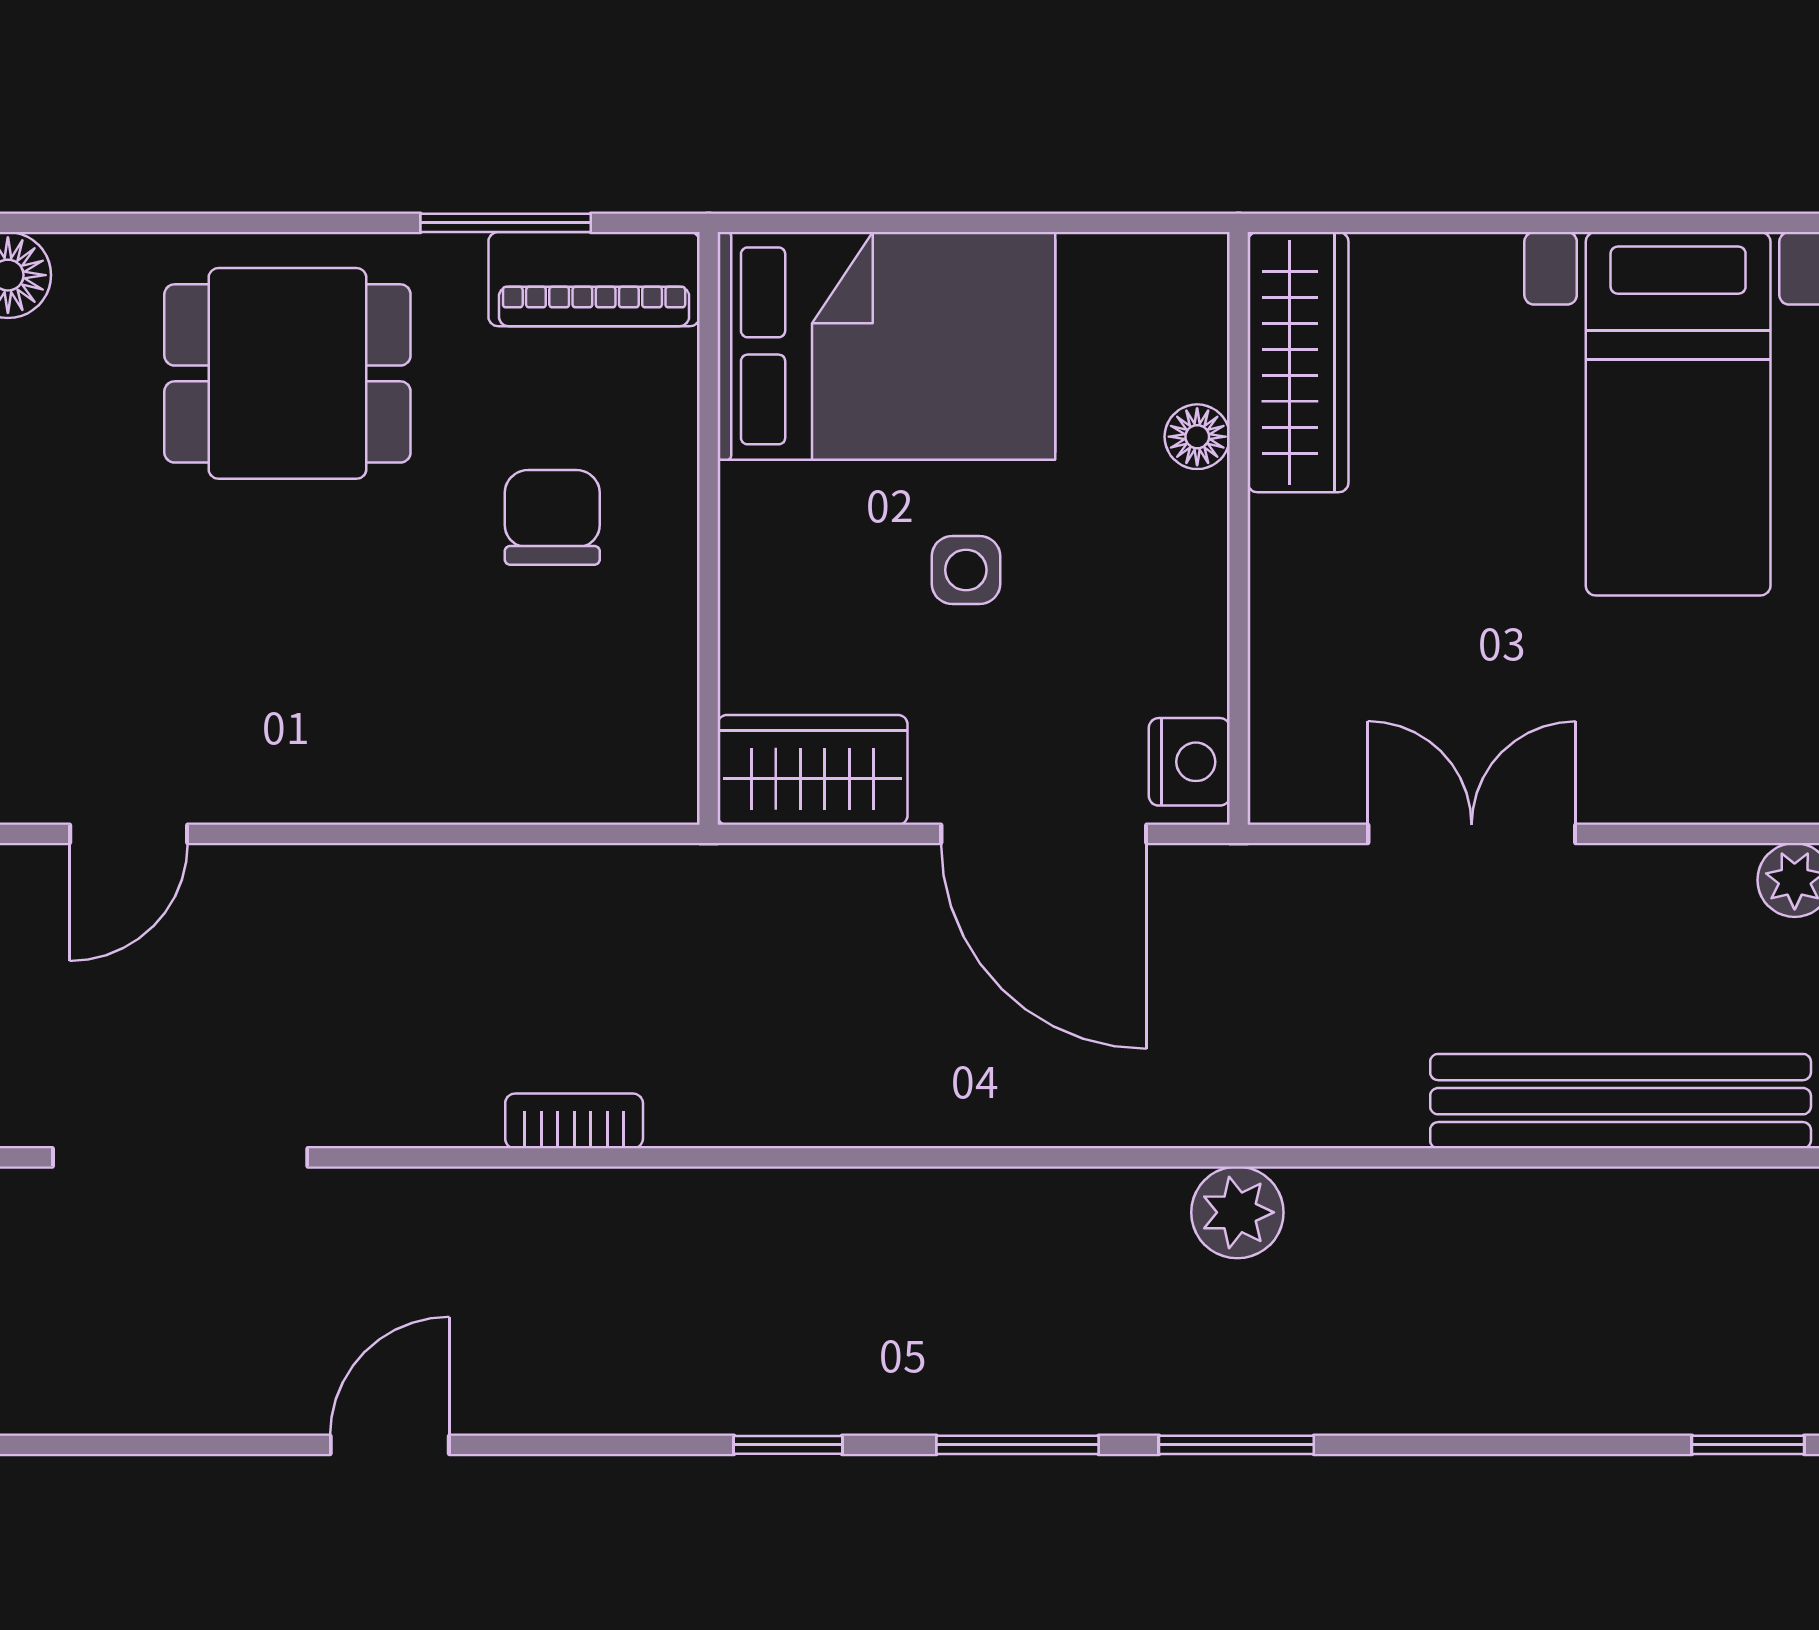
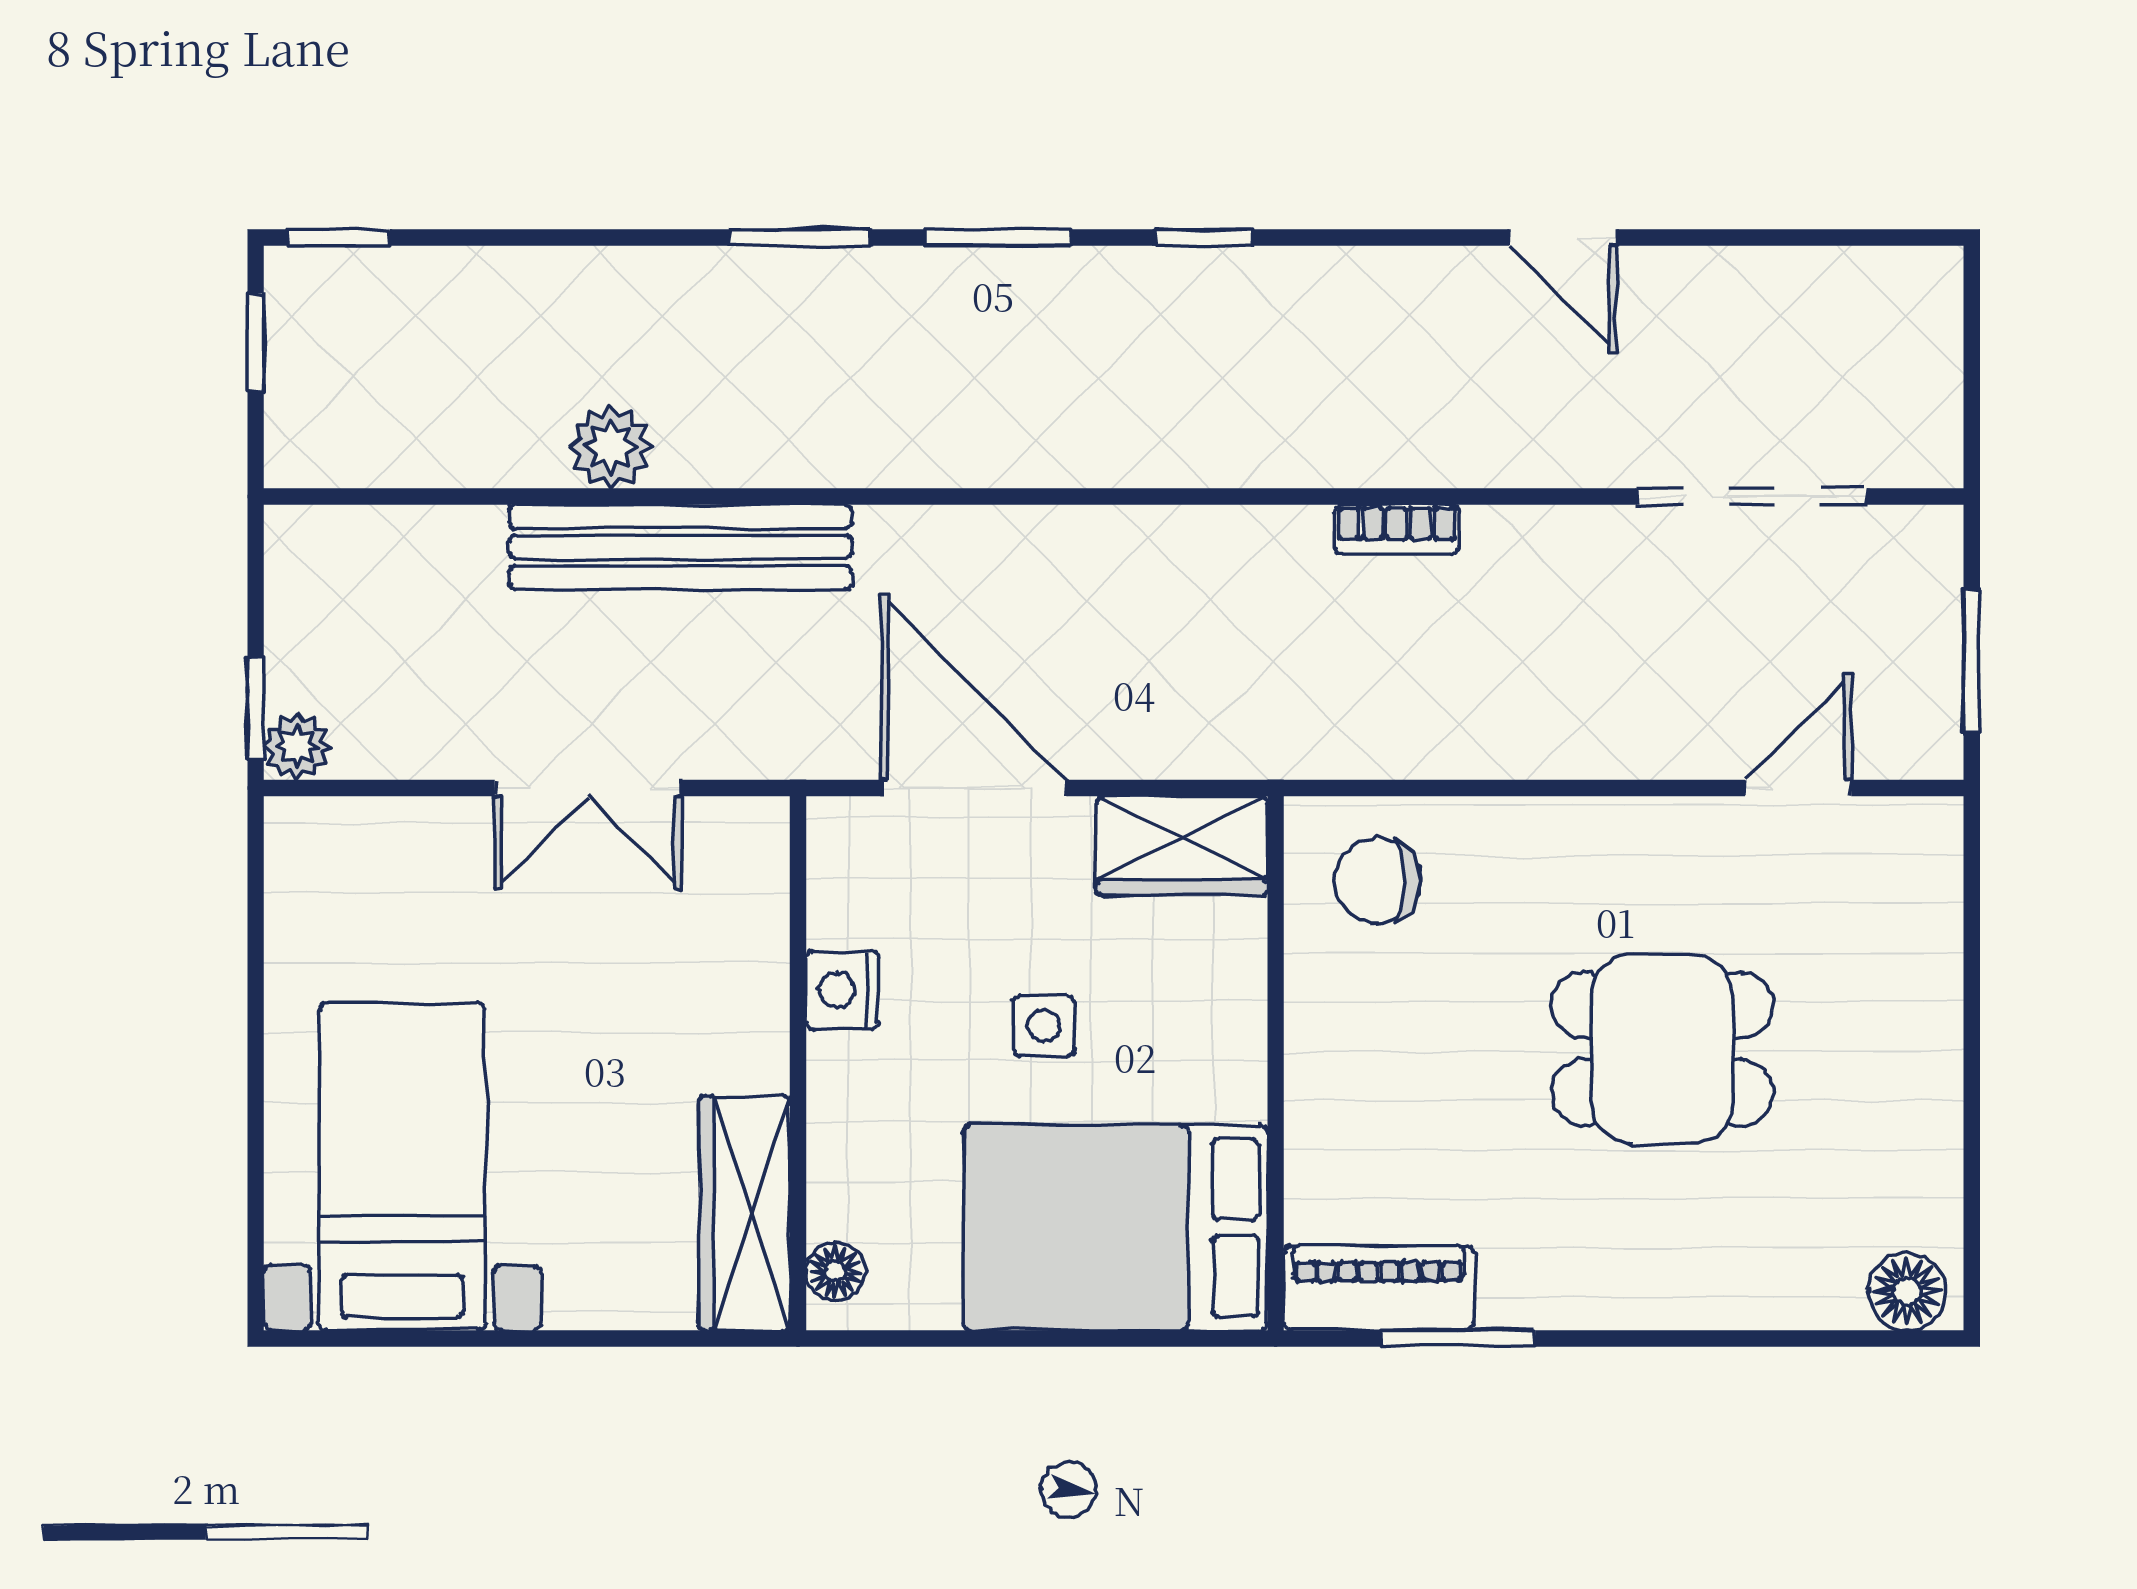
dining table: (287, 373) -> (1662, 1049), moved
floor lamp: (1197, 437) -> (835, 1271), moved
chair: (552, 517) -> (1378, 881), moved, turned 90
nightstand: (1189, 762) -> (842, 990), moved
bench: (1621, 1101) -> (681, 547), moved
plant: (1237, 1212) -> (611, 447), moved
door: (390, 1445) -> (1563, 237), hinge flipped

